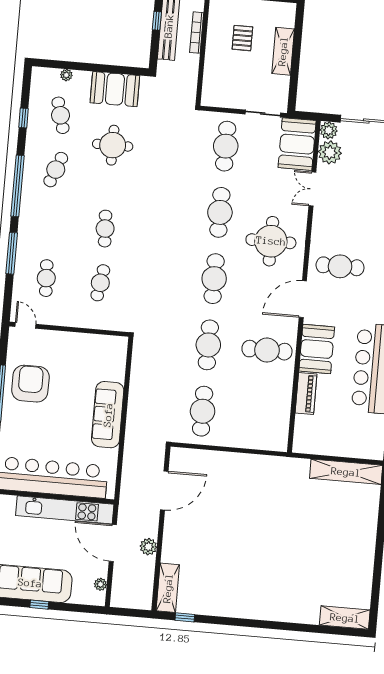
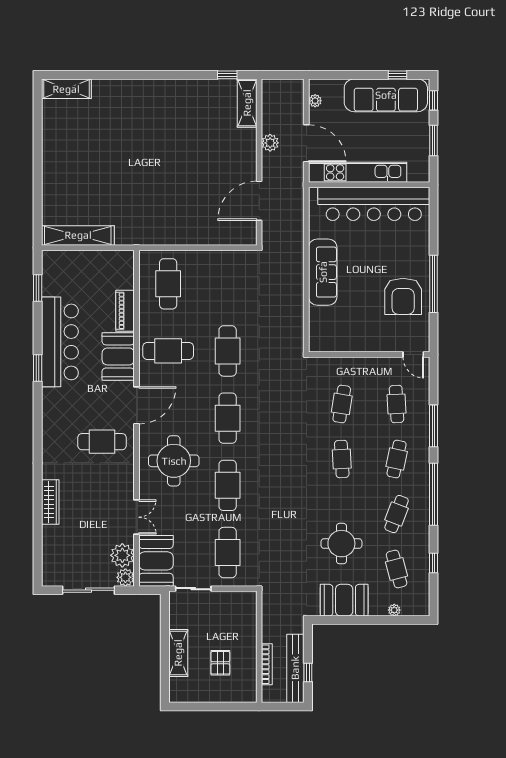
cafe table: (51, 224) -> (397, 459), added
cafe table: (203, 411) -> (168, 284), moved
window: (39, 605) -> (398, 75), moved

